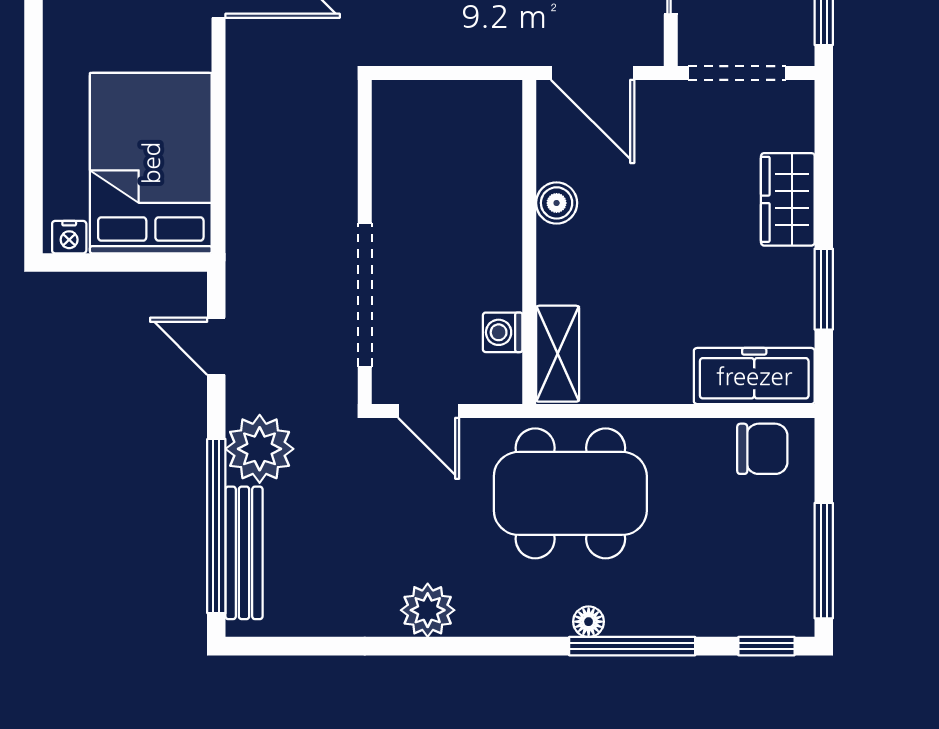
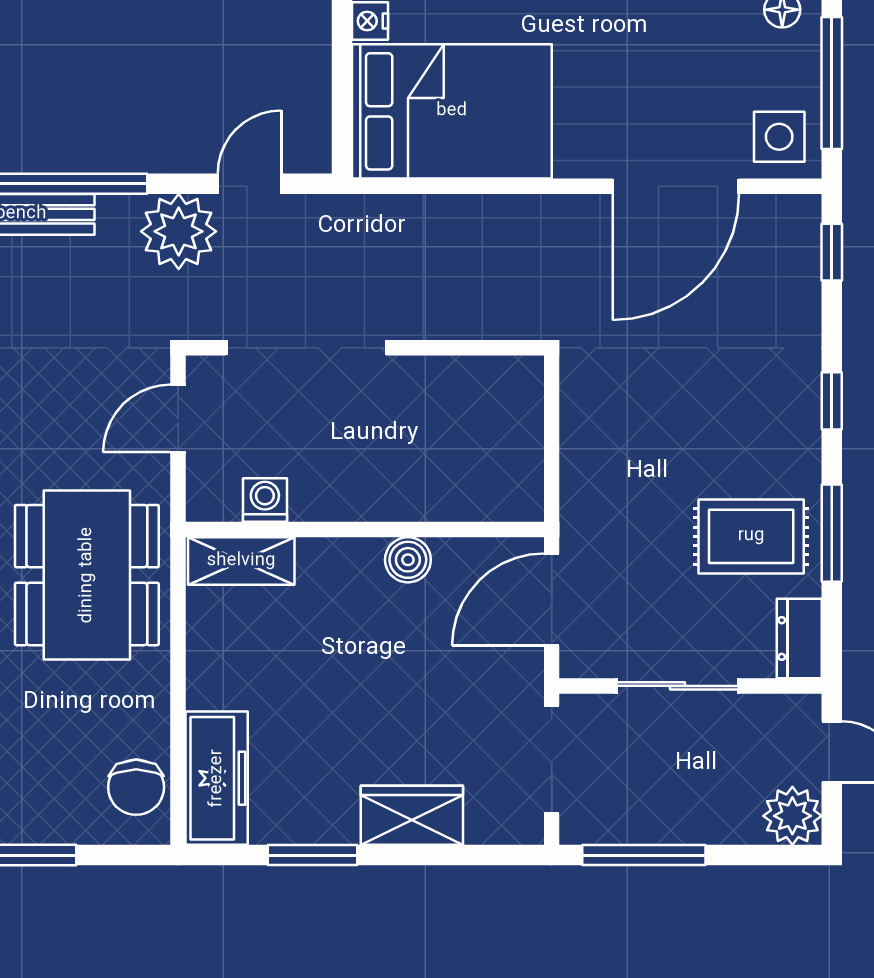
plant: (260, 449) -> (179, 231), moved

